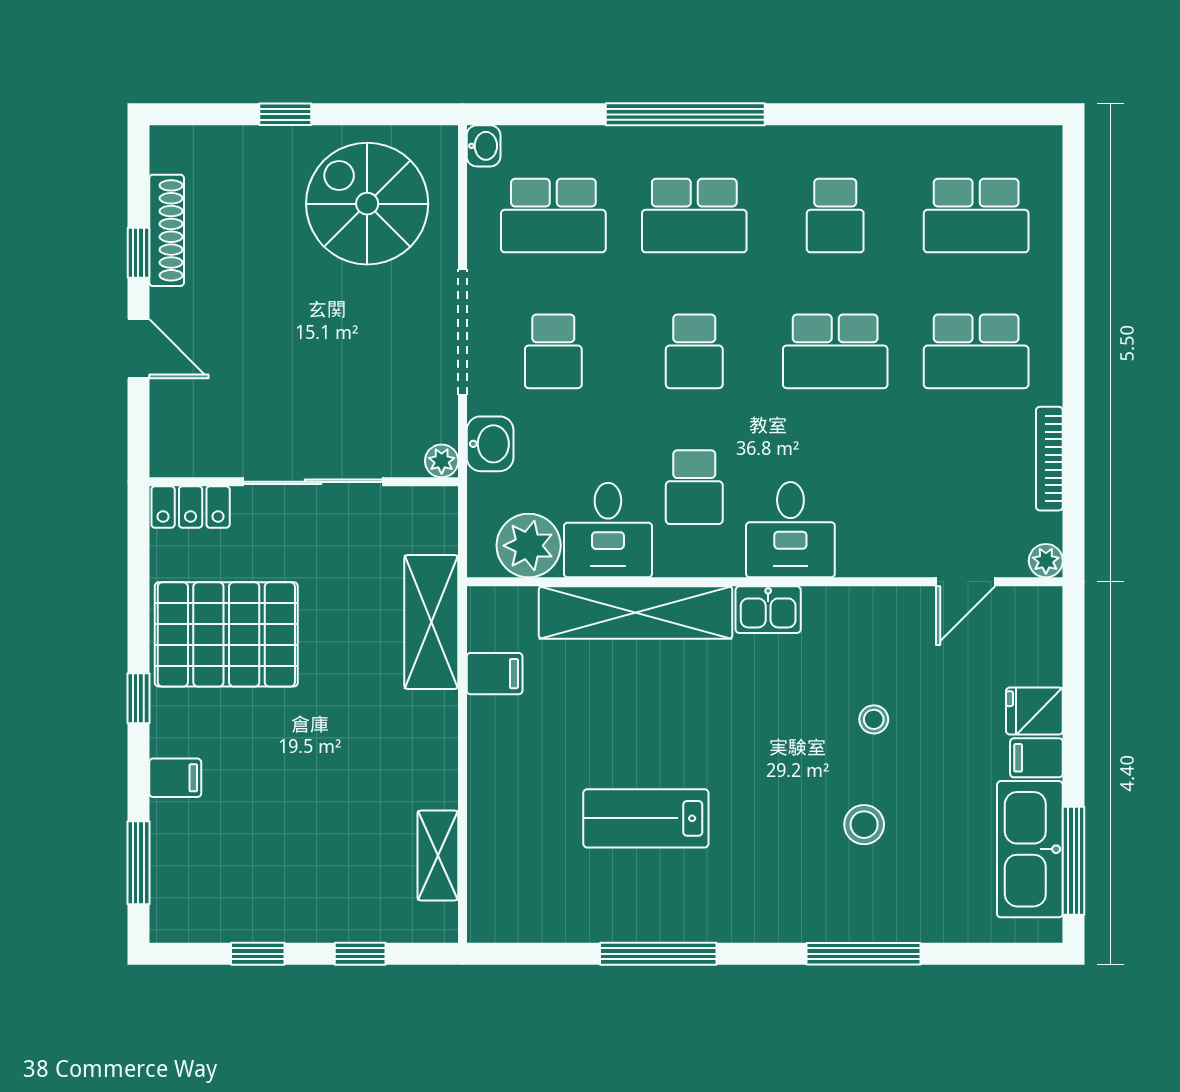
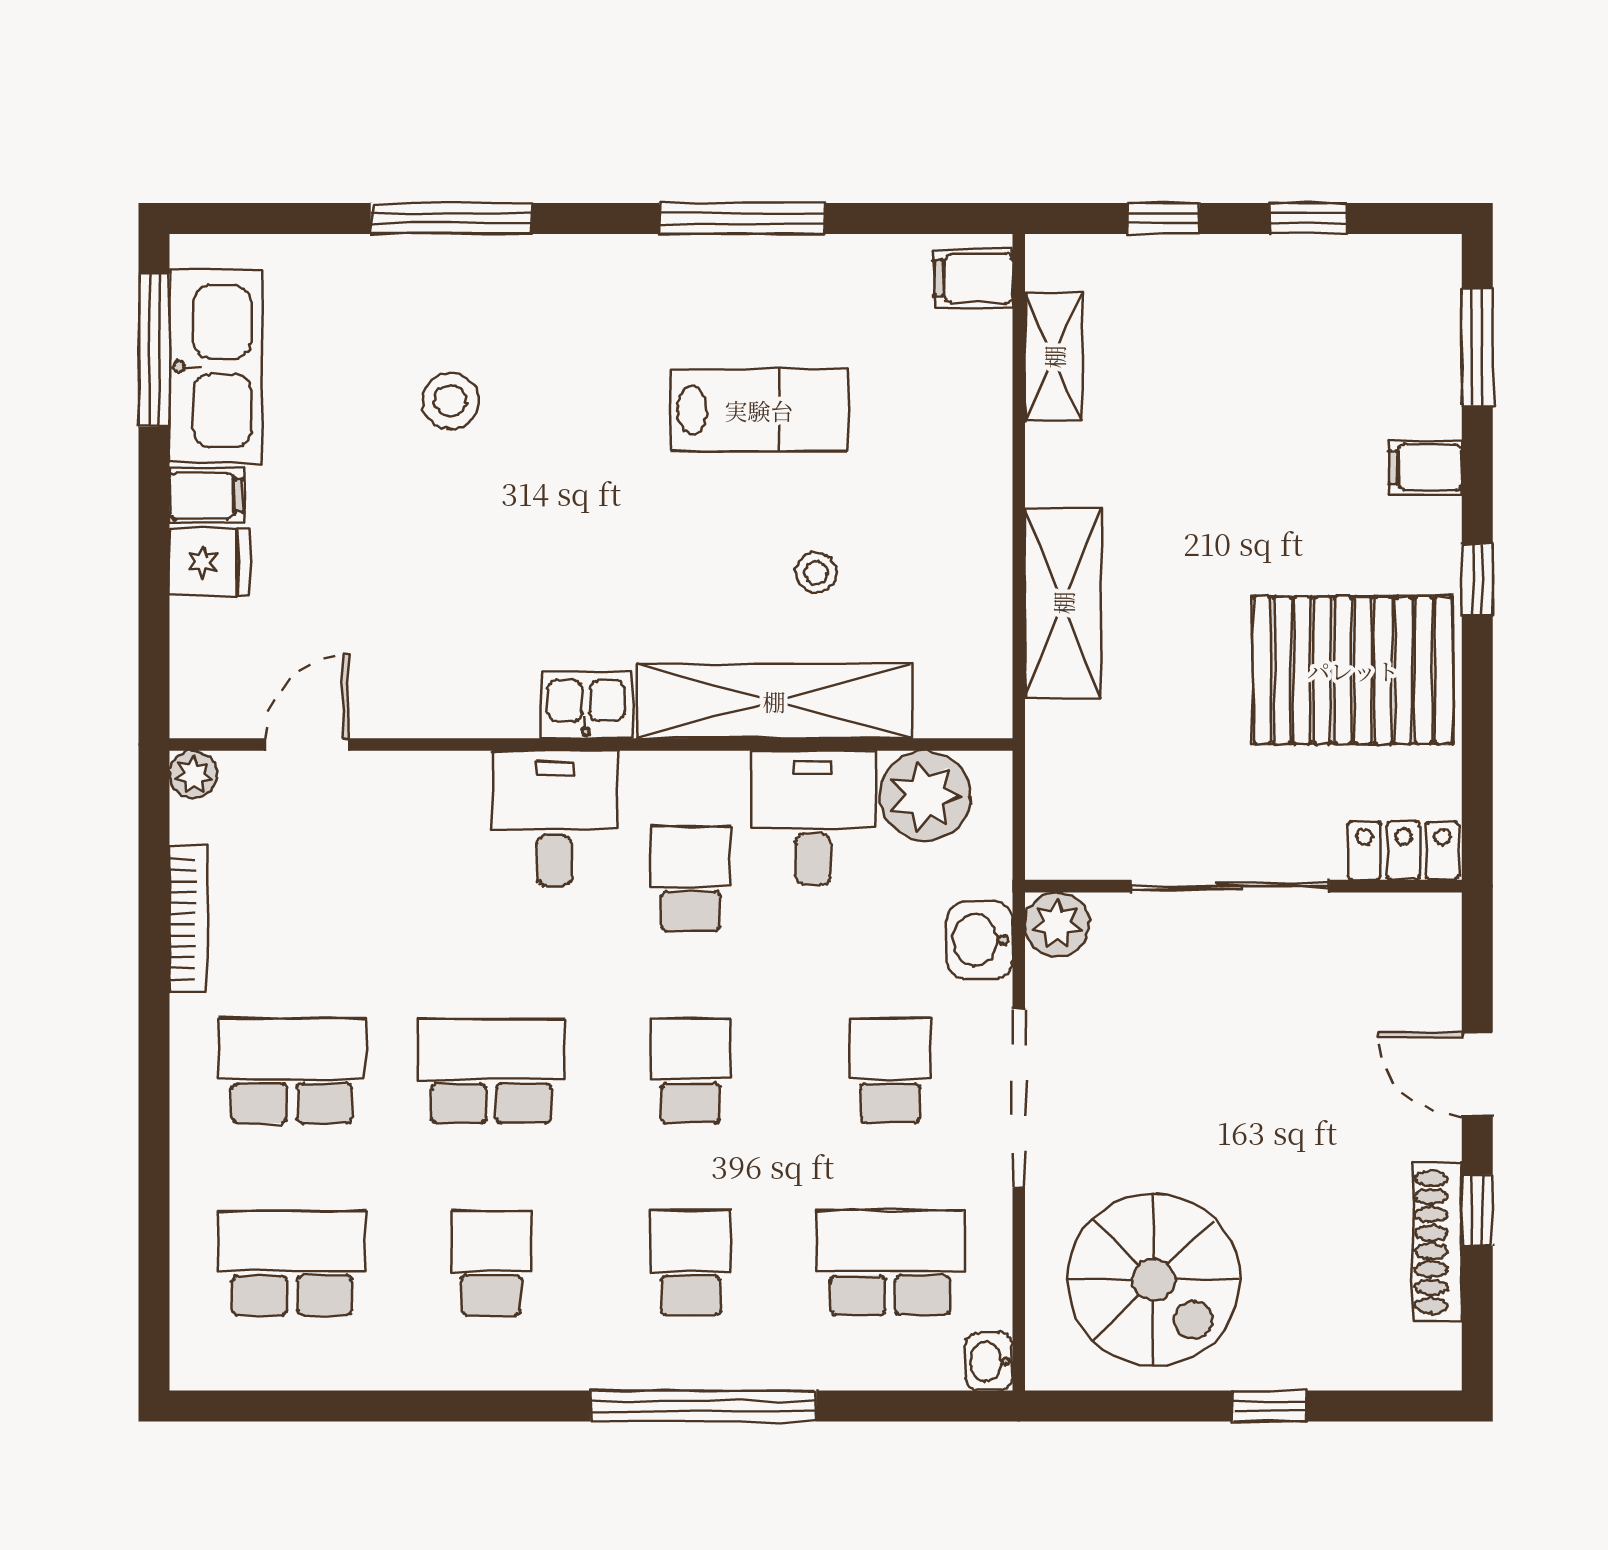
school desk: (694, 216) -> (691, 1263), width x0.54
plant: (442, 461) -> (1057, 924), width x1.38, depth x1.38
shelving: (431, 622) -> (1063, 603), moved
filing cabinet: (495, 674) -> (973, 278), moved
stool: (874, 719) -> (816, 573), moved

